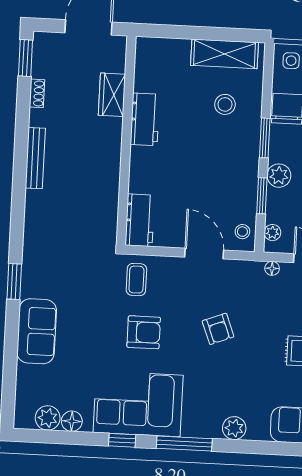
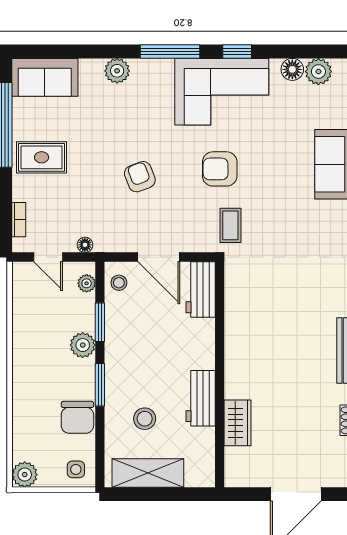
wardrobe: (112, 95) -> (238, 423), moved
workbench: (145, 119) -> (201, 398), moved
wall: (126, 141) -> (220, 374), moved
workbench: (140, 220) -> (201, 289), moved

